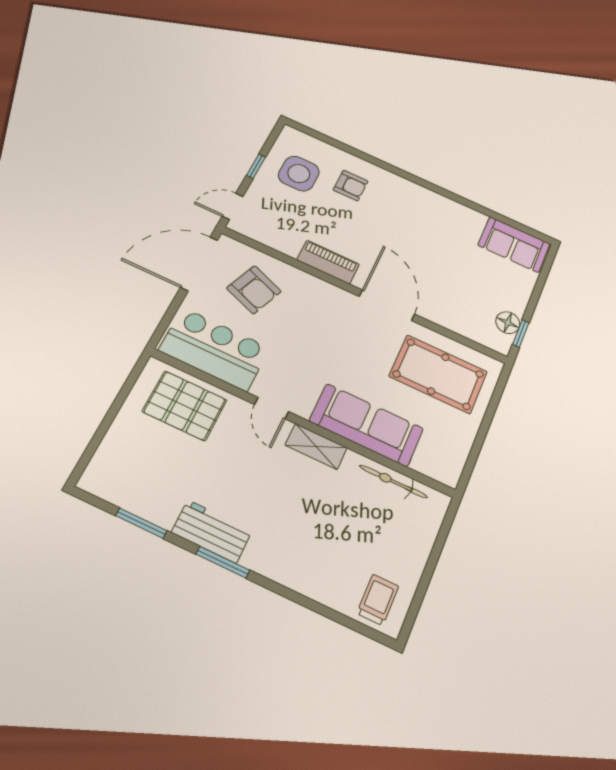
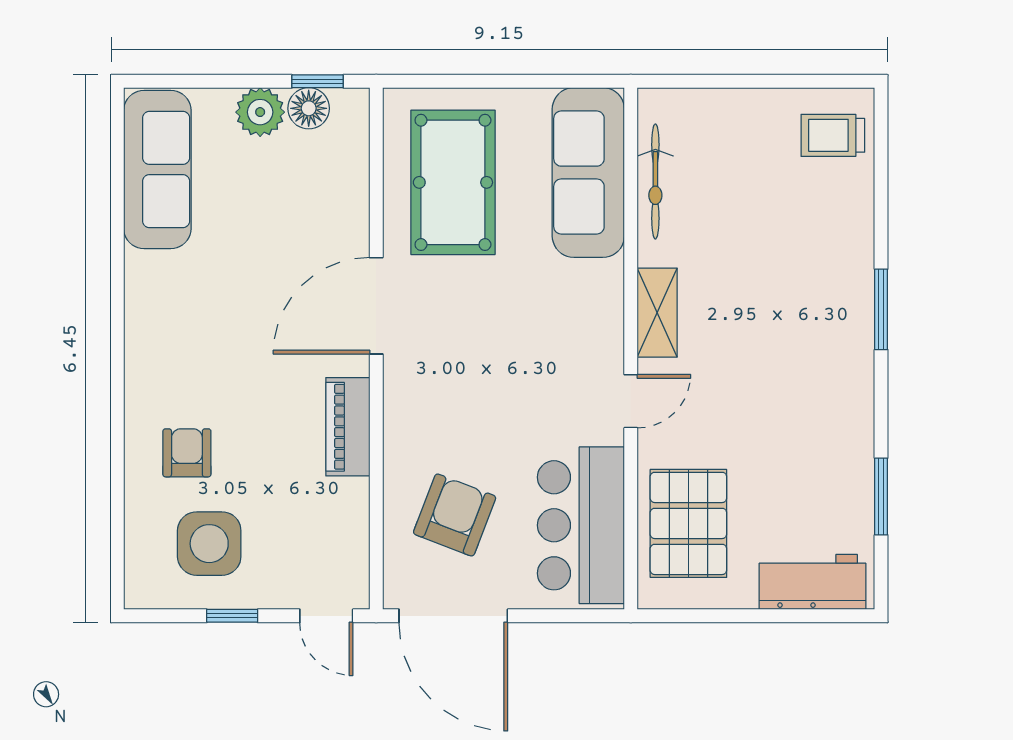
sofa: (514, 244) -> (157, 170), width x1.36
plant: (515, 299) -> (260, 112), added
sofa: (367, 425) -> (588, 173), moved
workbench: (212, 531) -> (812, 582), moved, turned 90
window: (223, 562) -> (881, 309), moved

